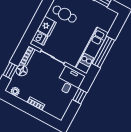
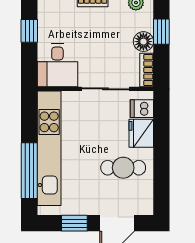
kitchen unit: (92, 50) -> (49, 148), width x1.36
window: (103, 52) -> (29, 171), moved
window: (80, 96) -> (29, 31), moved

